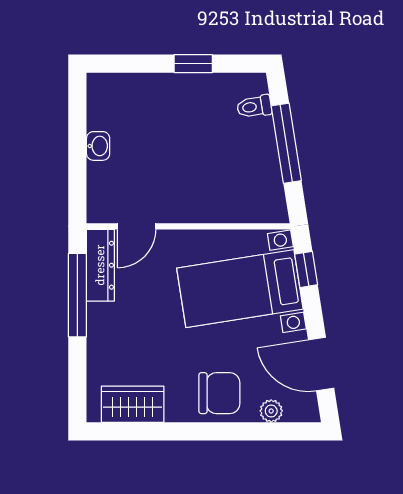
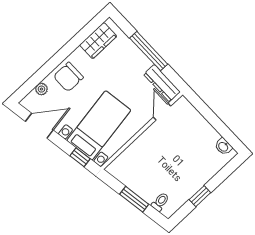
window: (286, 143) -> (134, 199), width x0.69
washbasin: (98, 146) -> (223, 147), moved
window: (77, 295) -> (149, 51), moved

